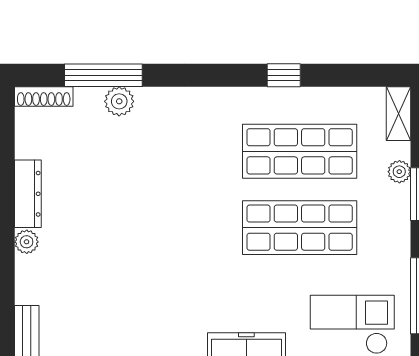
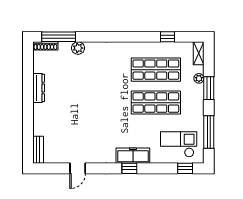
window: (103, 75) -> (59, 37), moved
window: (284, 75) -> (167, 37), moved
plant: (27, 242) -> (38, 109), removed

